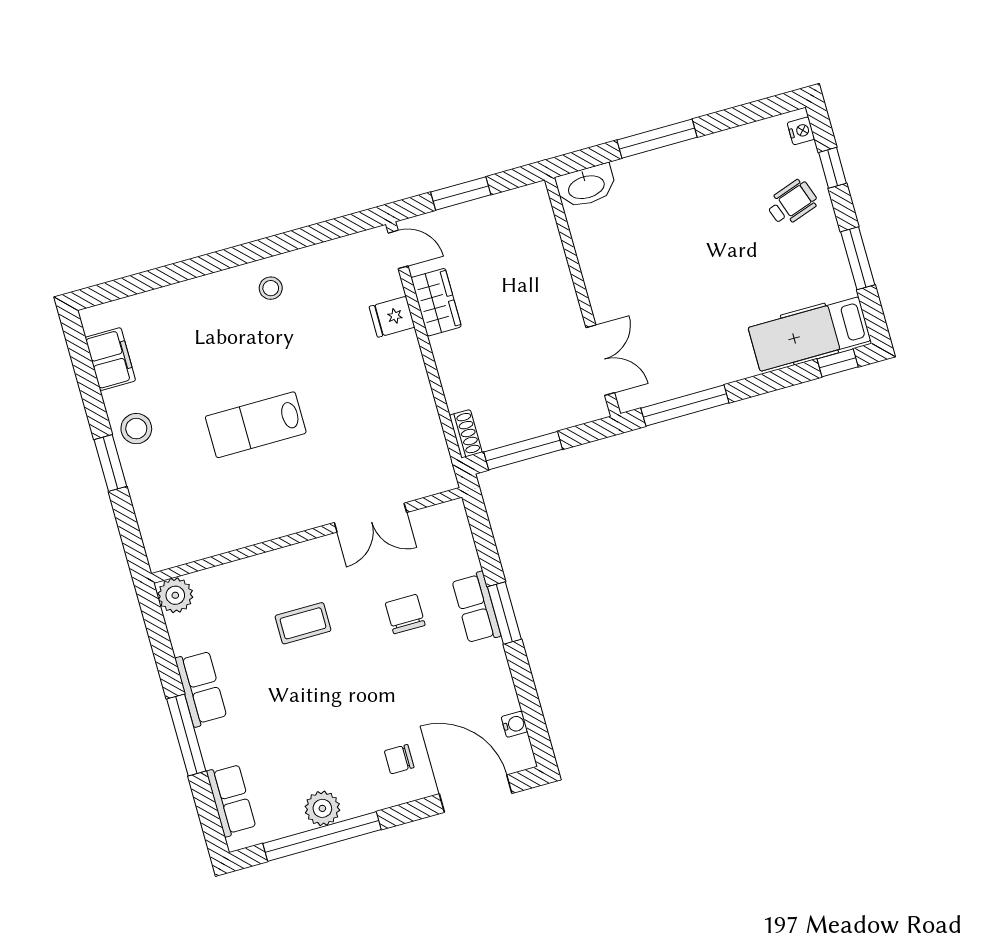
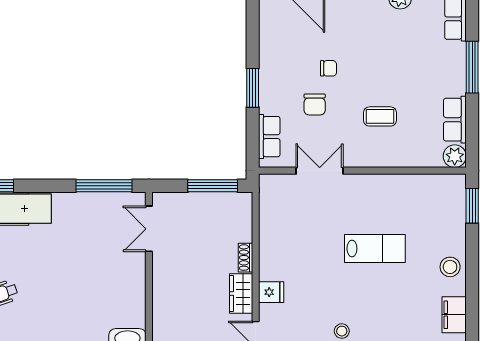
shoe rack: (466, 434) -> (246, 258), moved
window: (110, 463) -> (472, 206), moved
row of seats: (476, 608) -> (269, 137), moved
row of seats: (201, 688) -> (455, 120), moved
water cooler: (514, 724) -> (266, 17), removed
chair: (399, 759) -> (328, 68), moved

